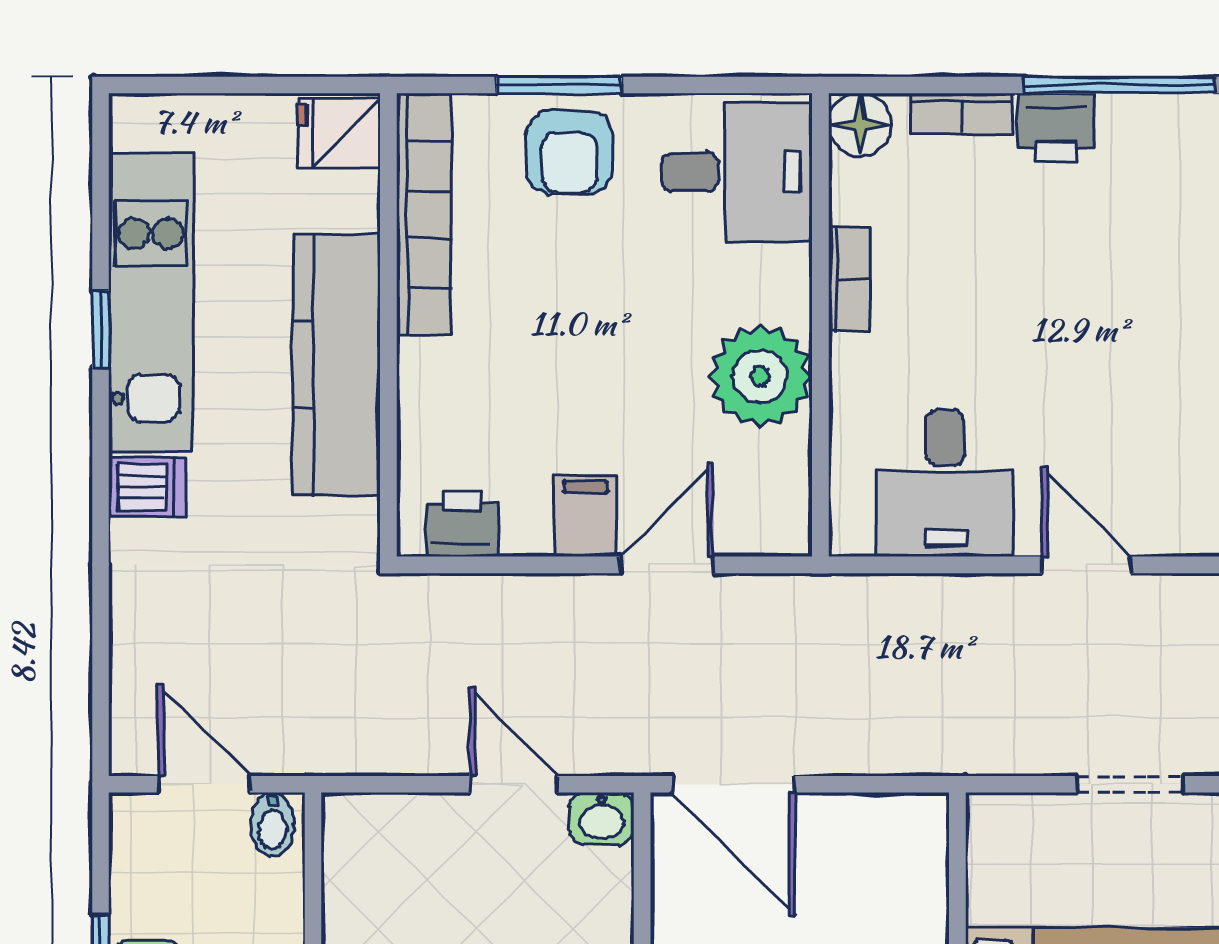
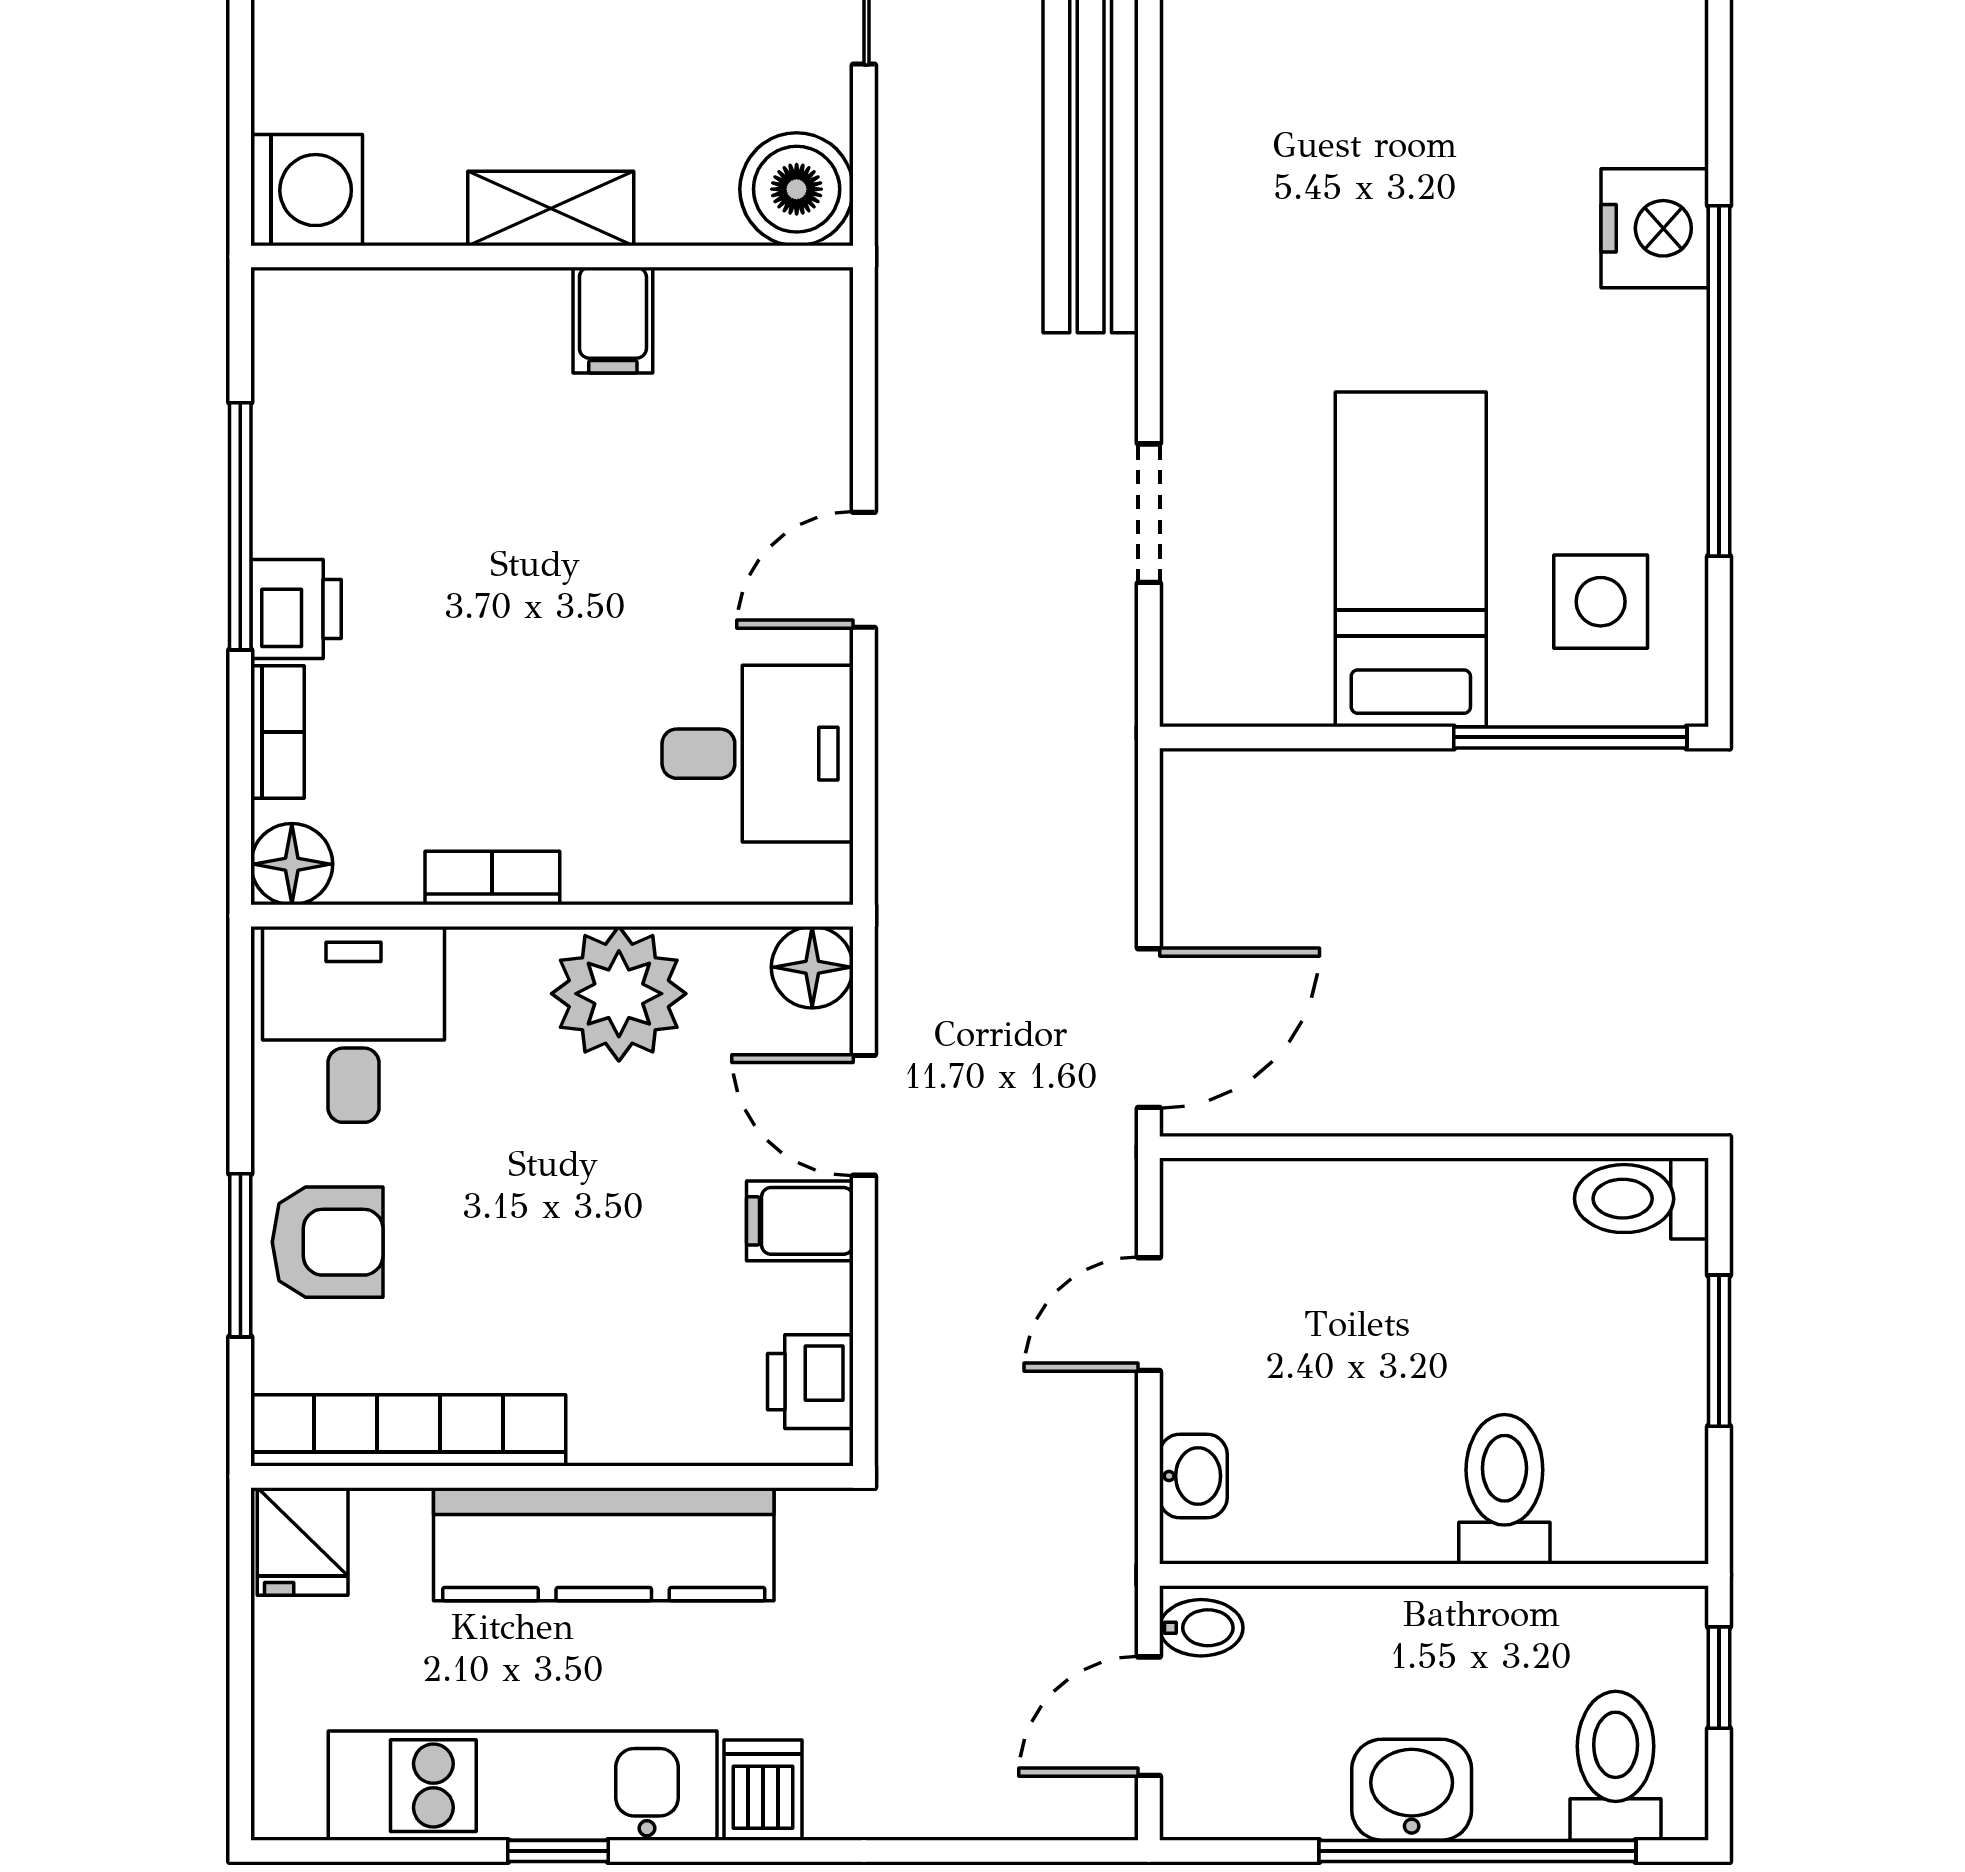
floor lamp: (781, 525) -> (812, 967), added
washbasin: (602, 818) -> (1193, 1476), moved

